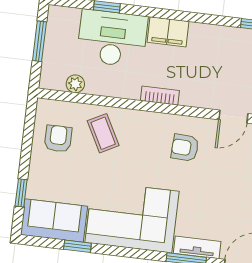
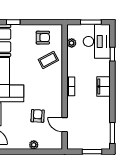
desk: (112, 38) -> (97, 41), moved
armchair: (185, 148) -> (38, 116), moved

